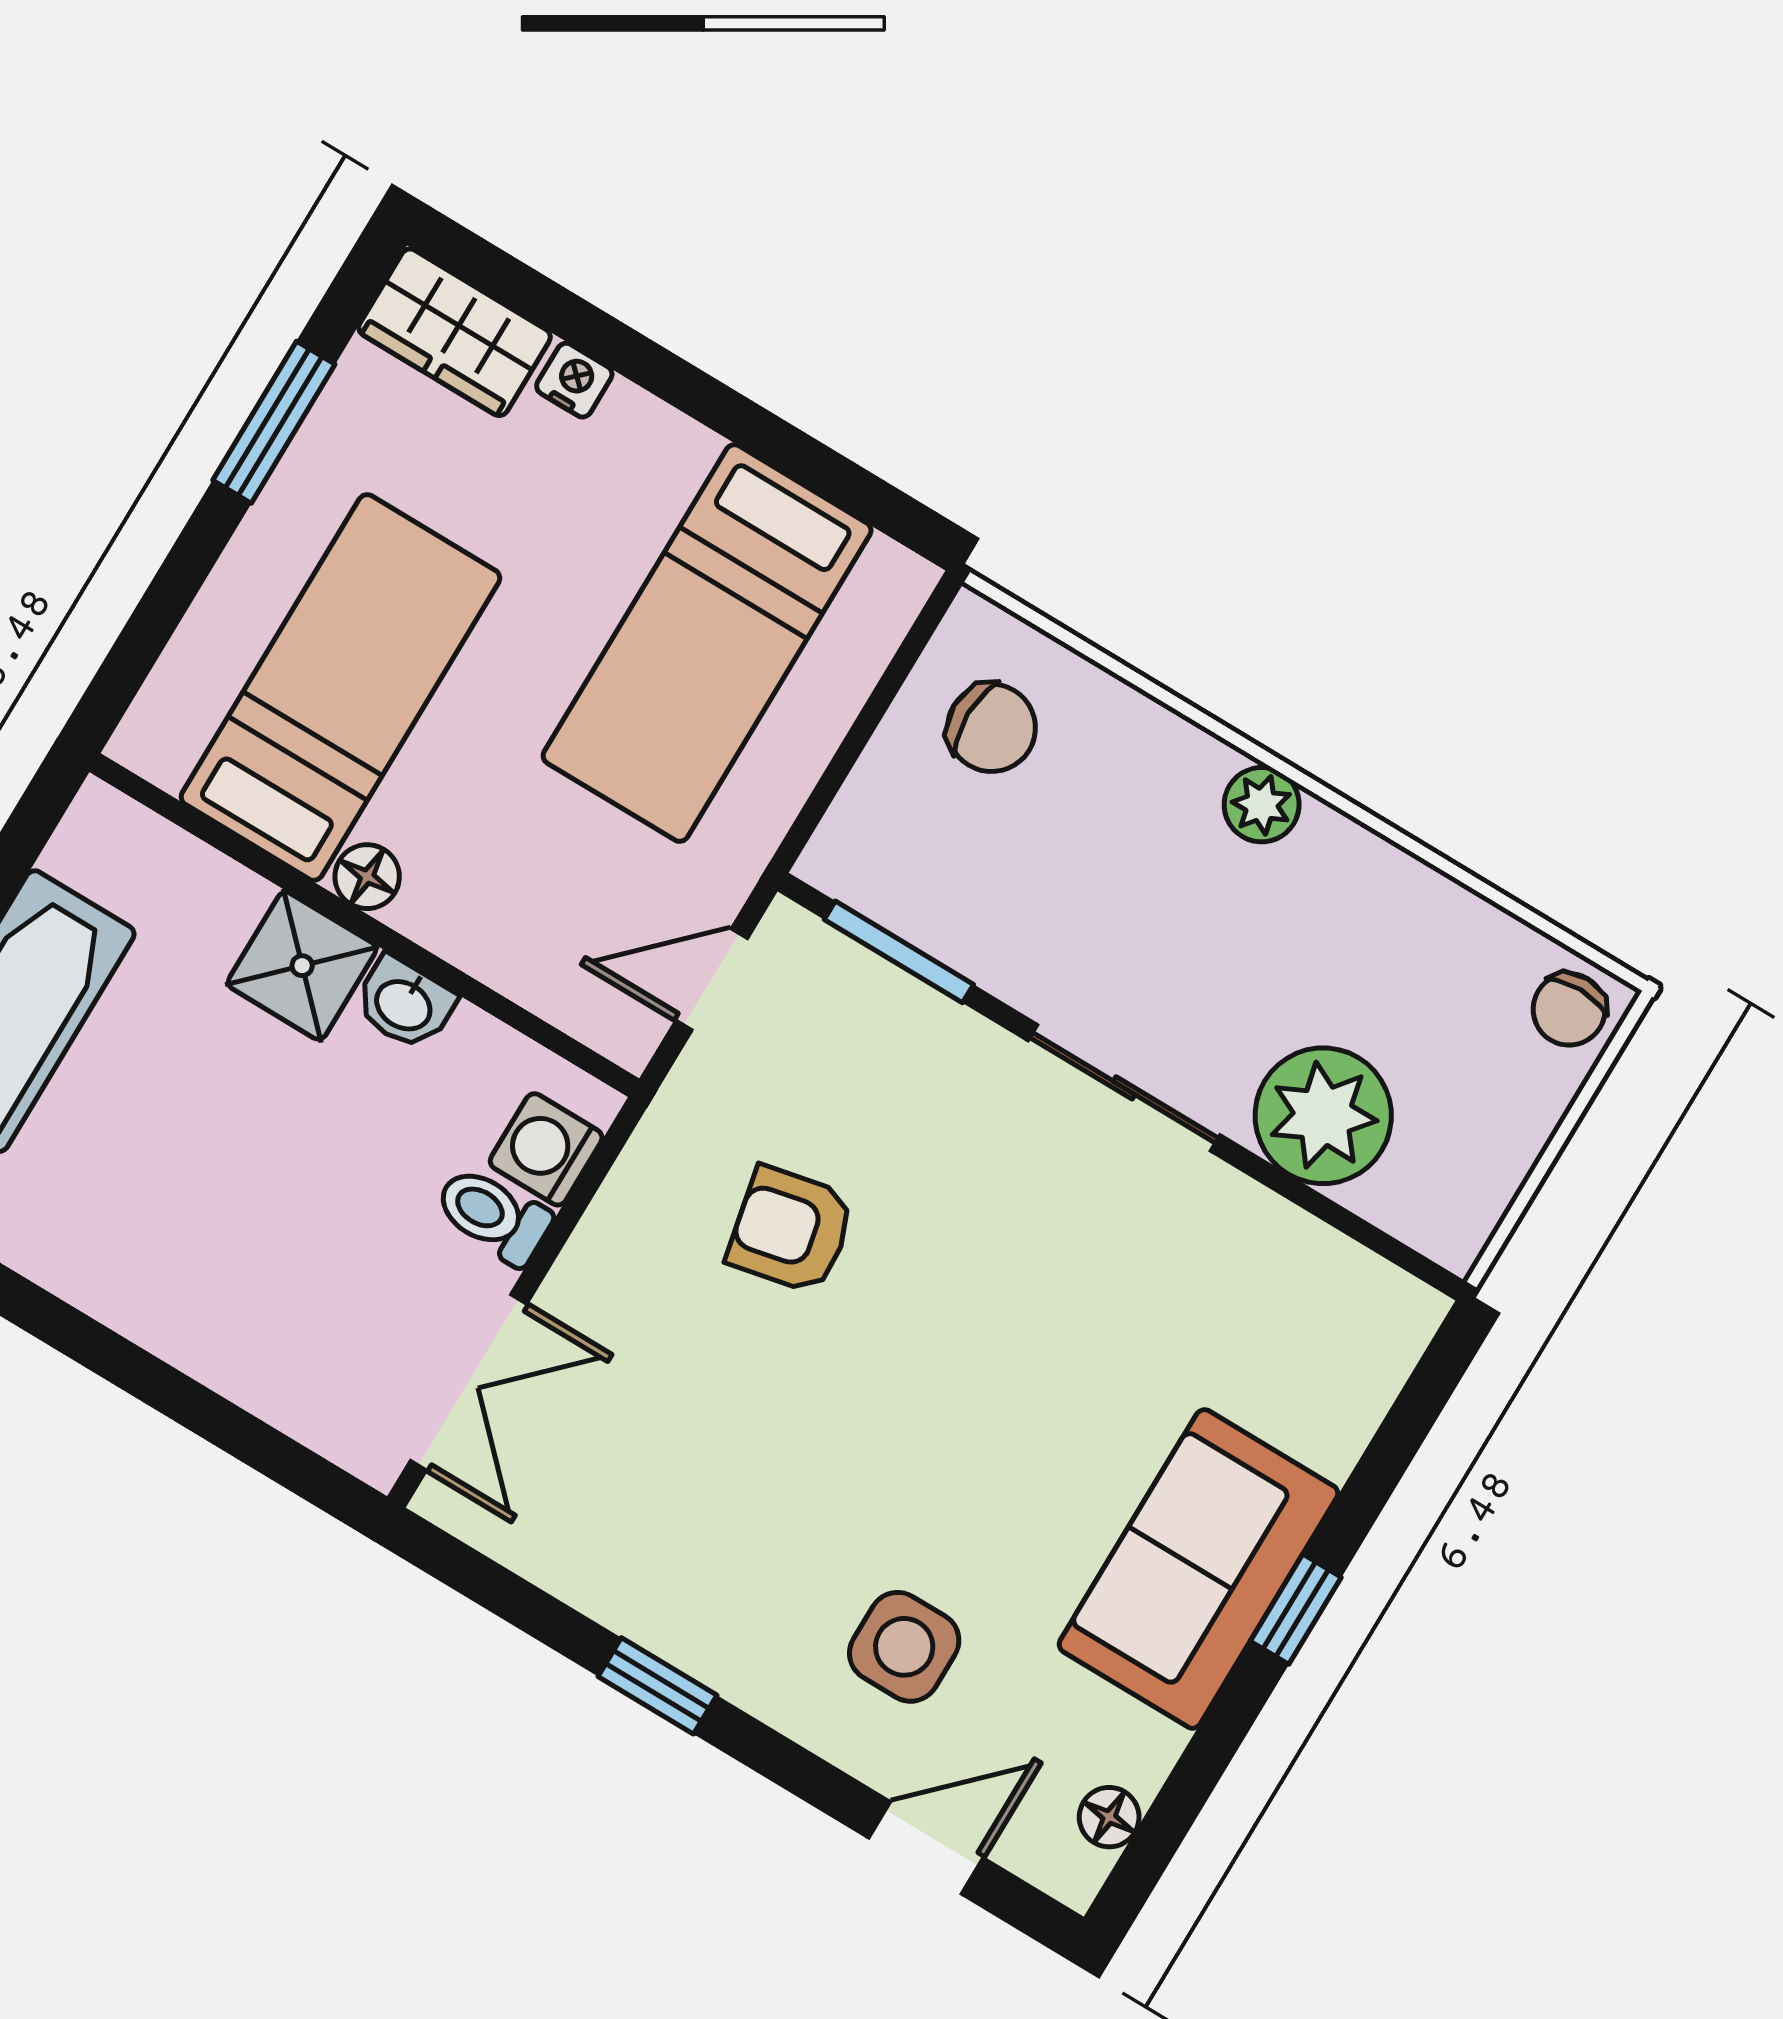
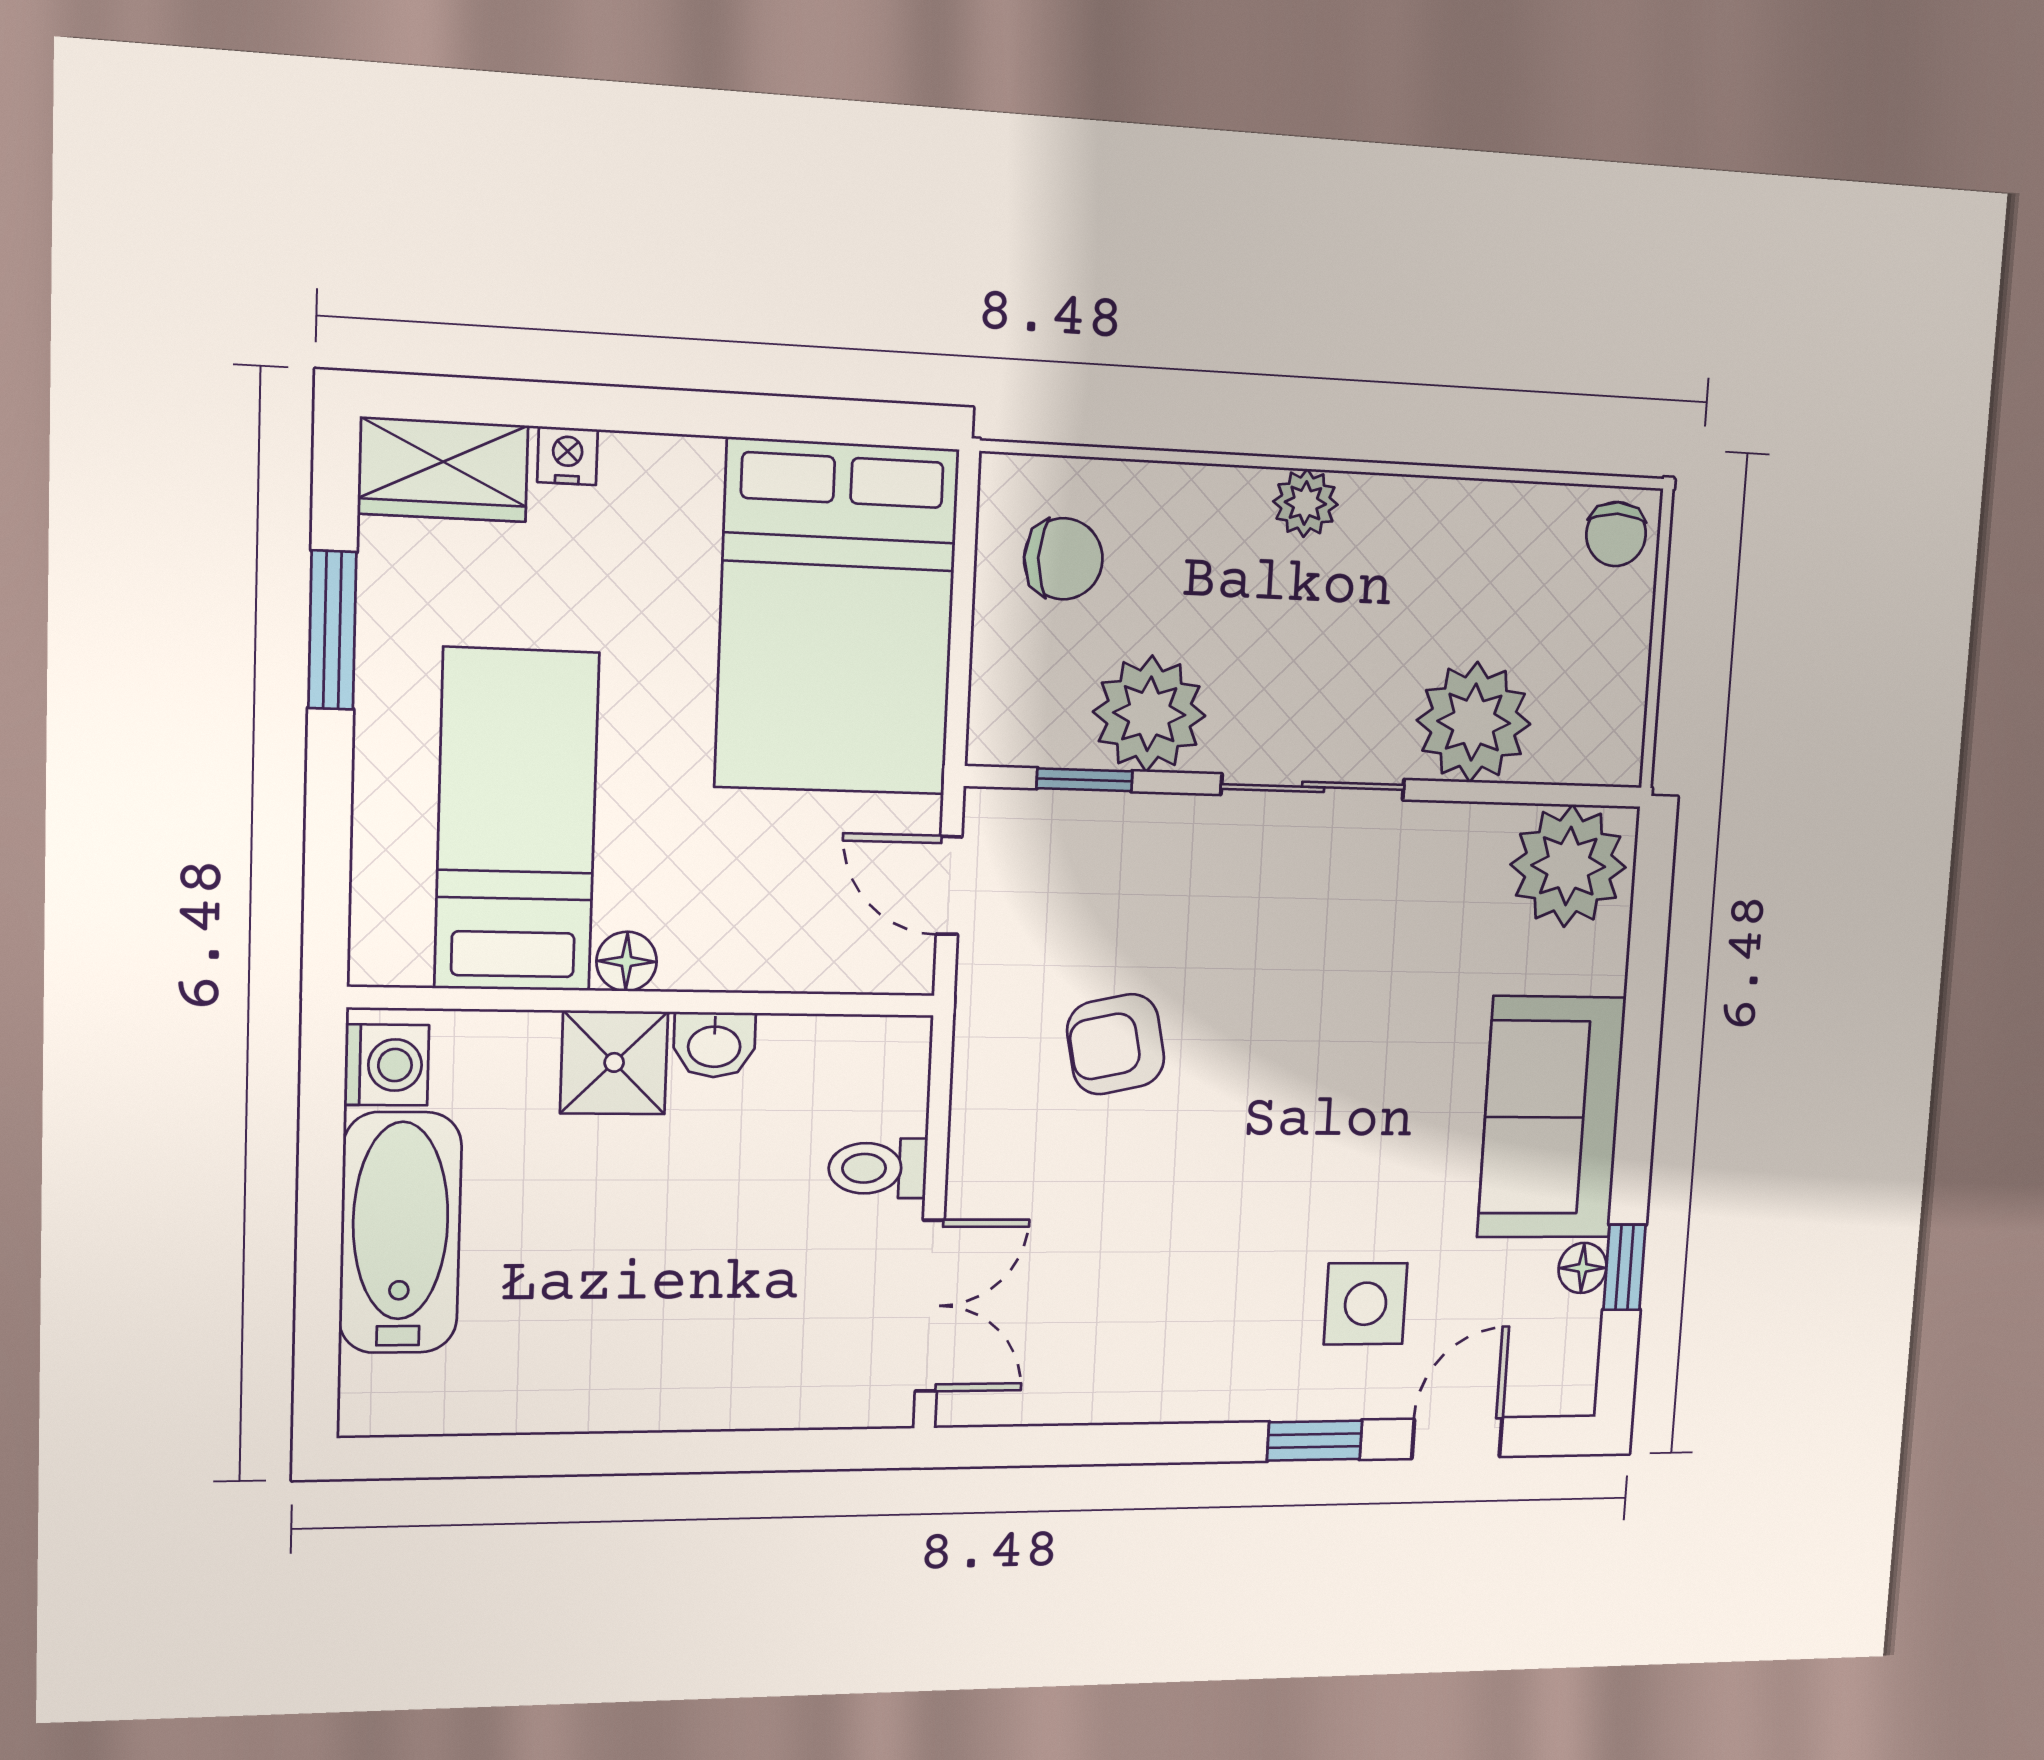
bed: (707, 643) -> (837, 618), width x1.50
plant: (997, 924) -> (1149, 714), added
window: (899, 952) -> (1085, 780), width x0.67
door: (712, 979) -> (949, 885), hinge flipped
washing machine: (546, 1149) -> (387, 1065), moved, turned 180
plant: (1348, 1318) -> (1568, 866), added
window: (1296, 1609) -> (1624, 1267), moved
window: (657, 1686) -> (1315, 1441), moved
floor lamp: (1109, 1817) -> (1583, 1268), moved

